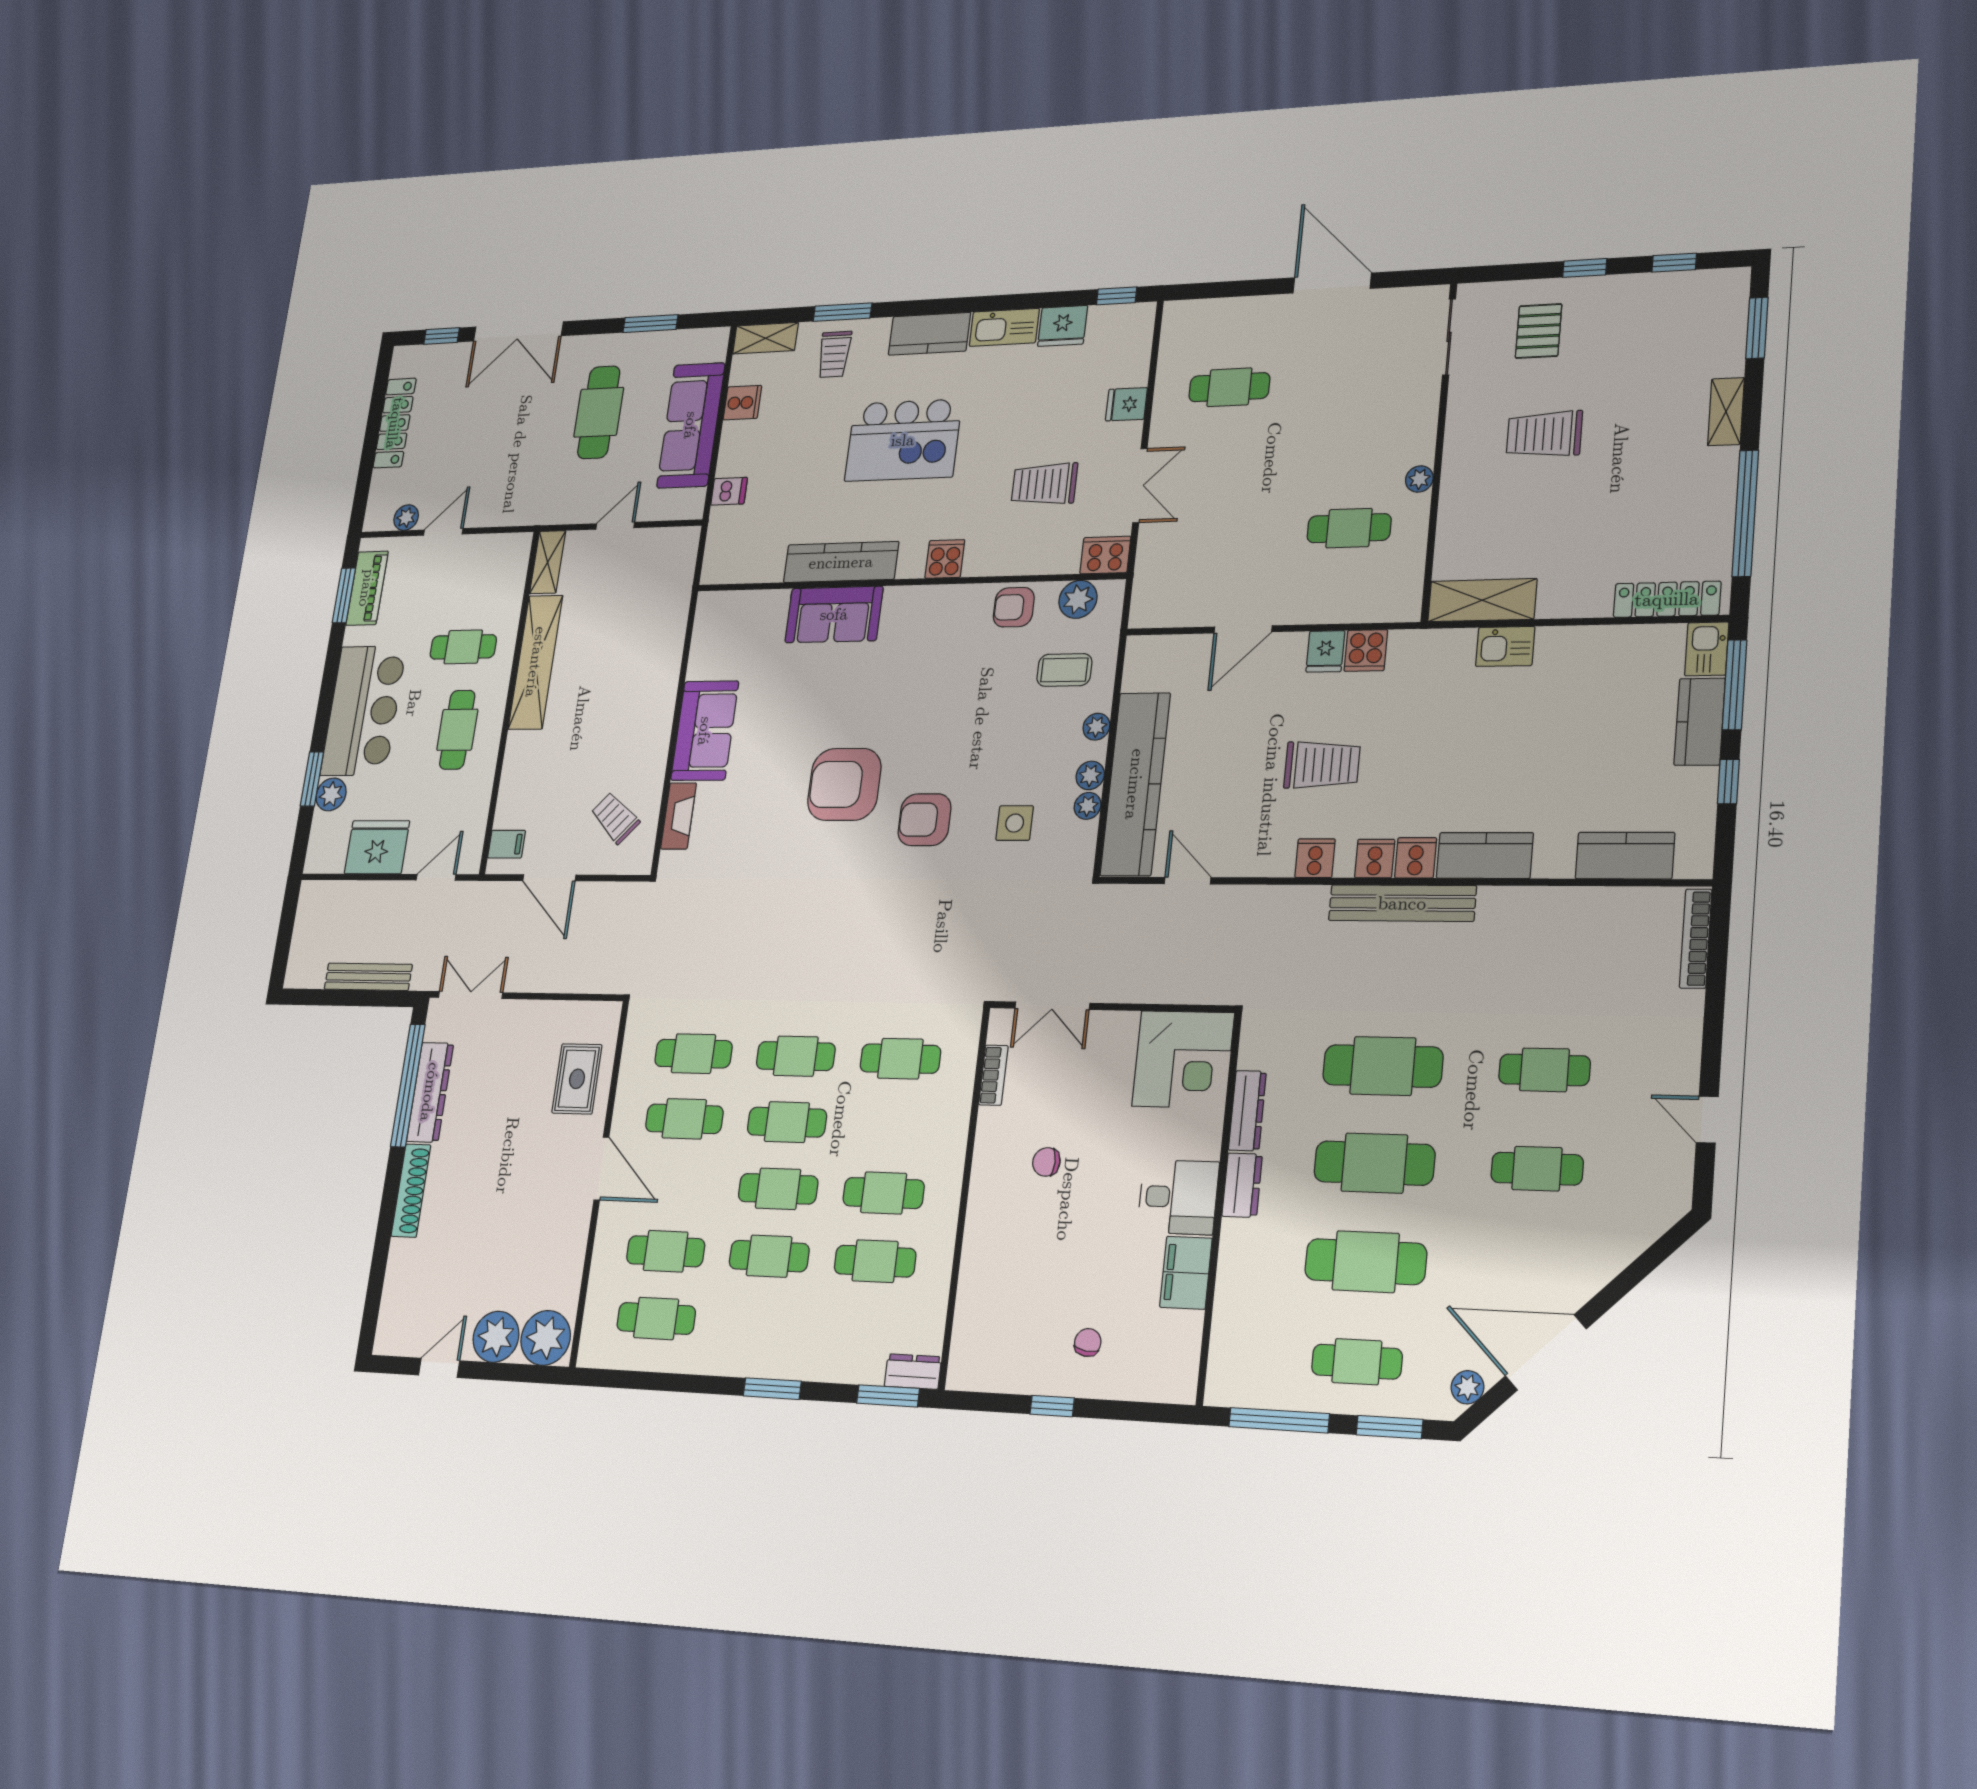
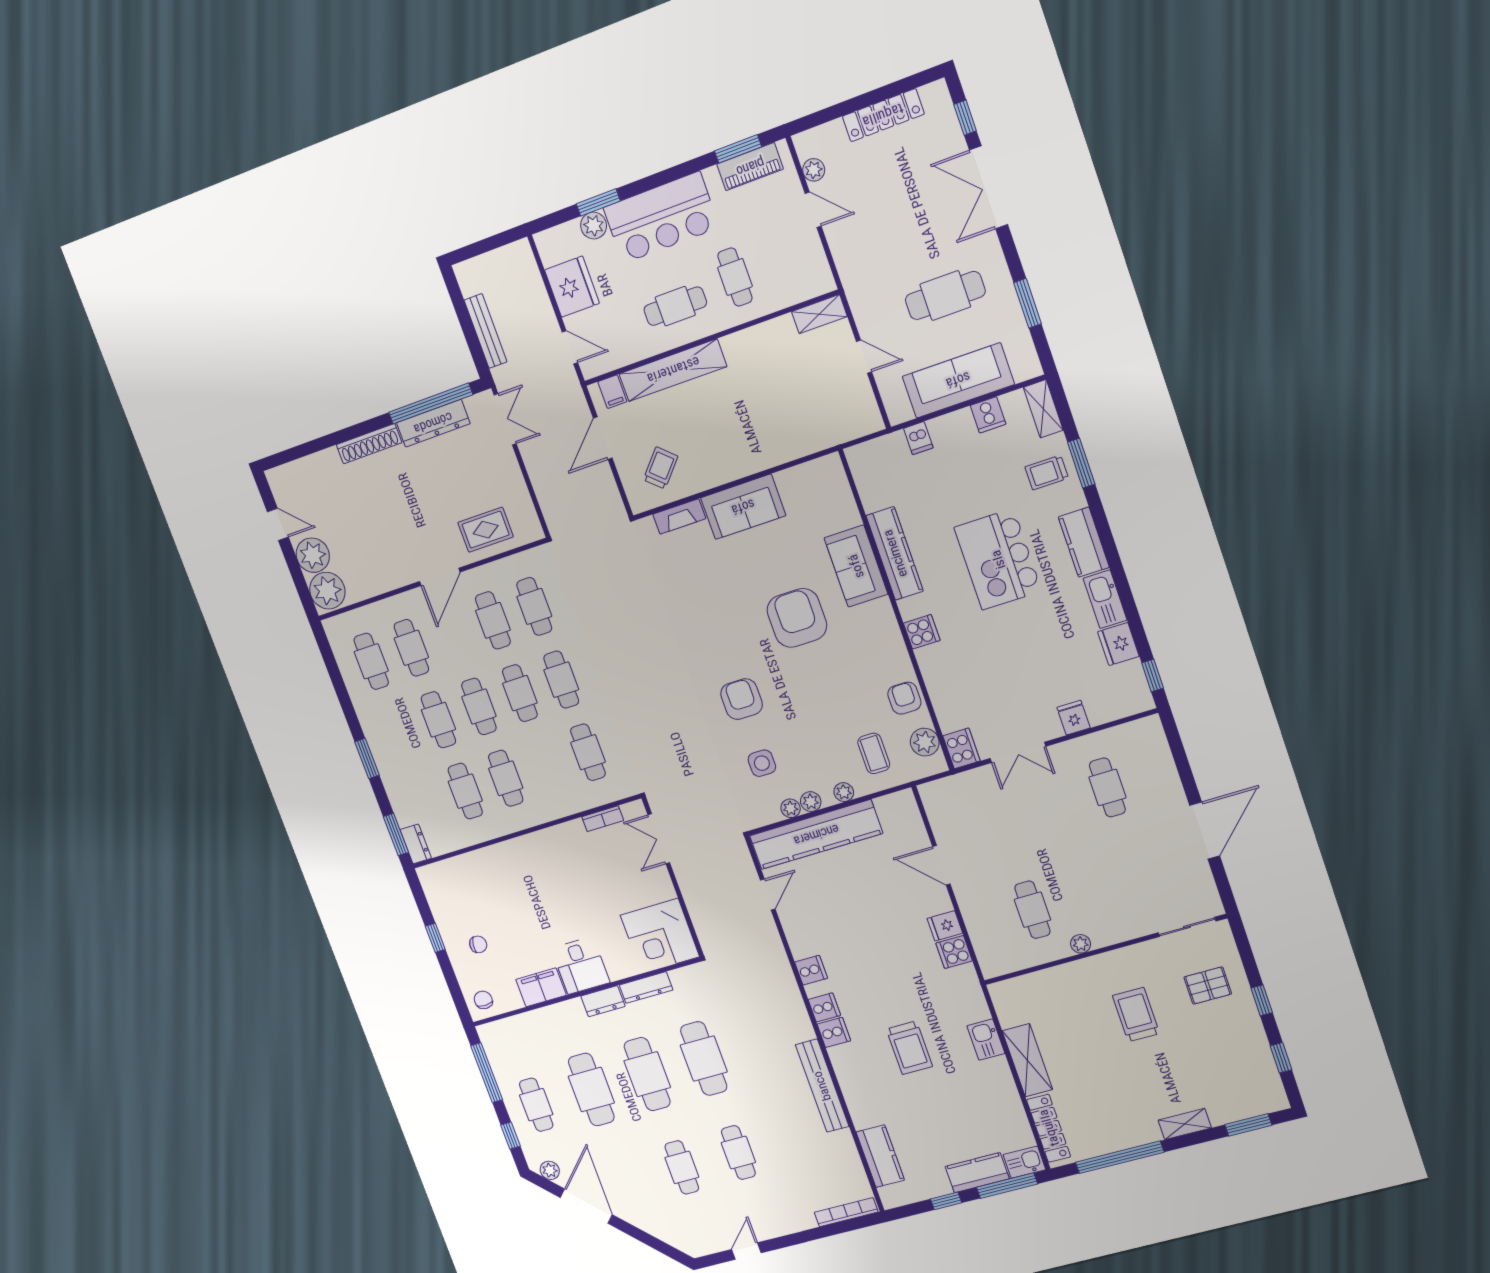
trolley: (1044, 484) -> (998, 682), removed
shelving: (1482, 600) -> (1027, 1060), moved
shelving: (536, 662) -> (673, 370), moved
trolley: (1322, 765) -> (909, 1048), moved
armchair: (844, 784) -> (797, 618), moved
kitchen counter: (1485, 855) -> (851, 1074), removed
bench: (1402, 903) -> (822, 1086), moved
chair: (1046, 1162) -> (483, 1000), moved
window: (1390, 1427) -> (511, 1136), width x0.67

